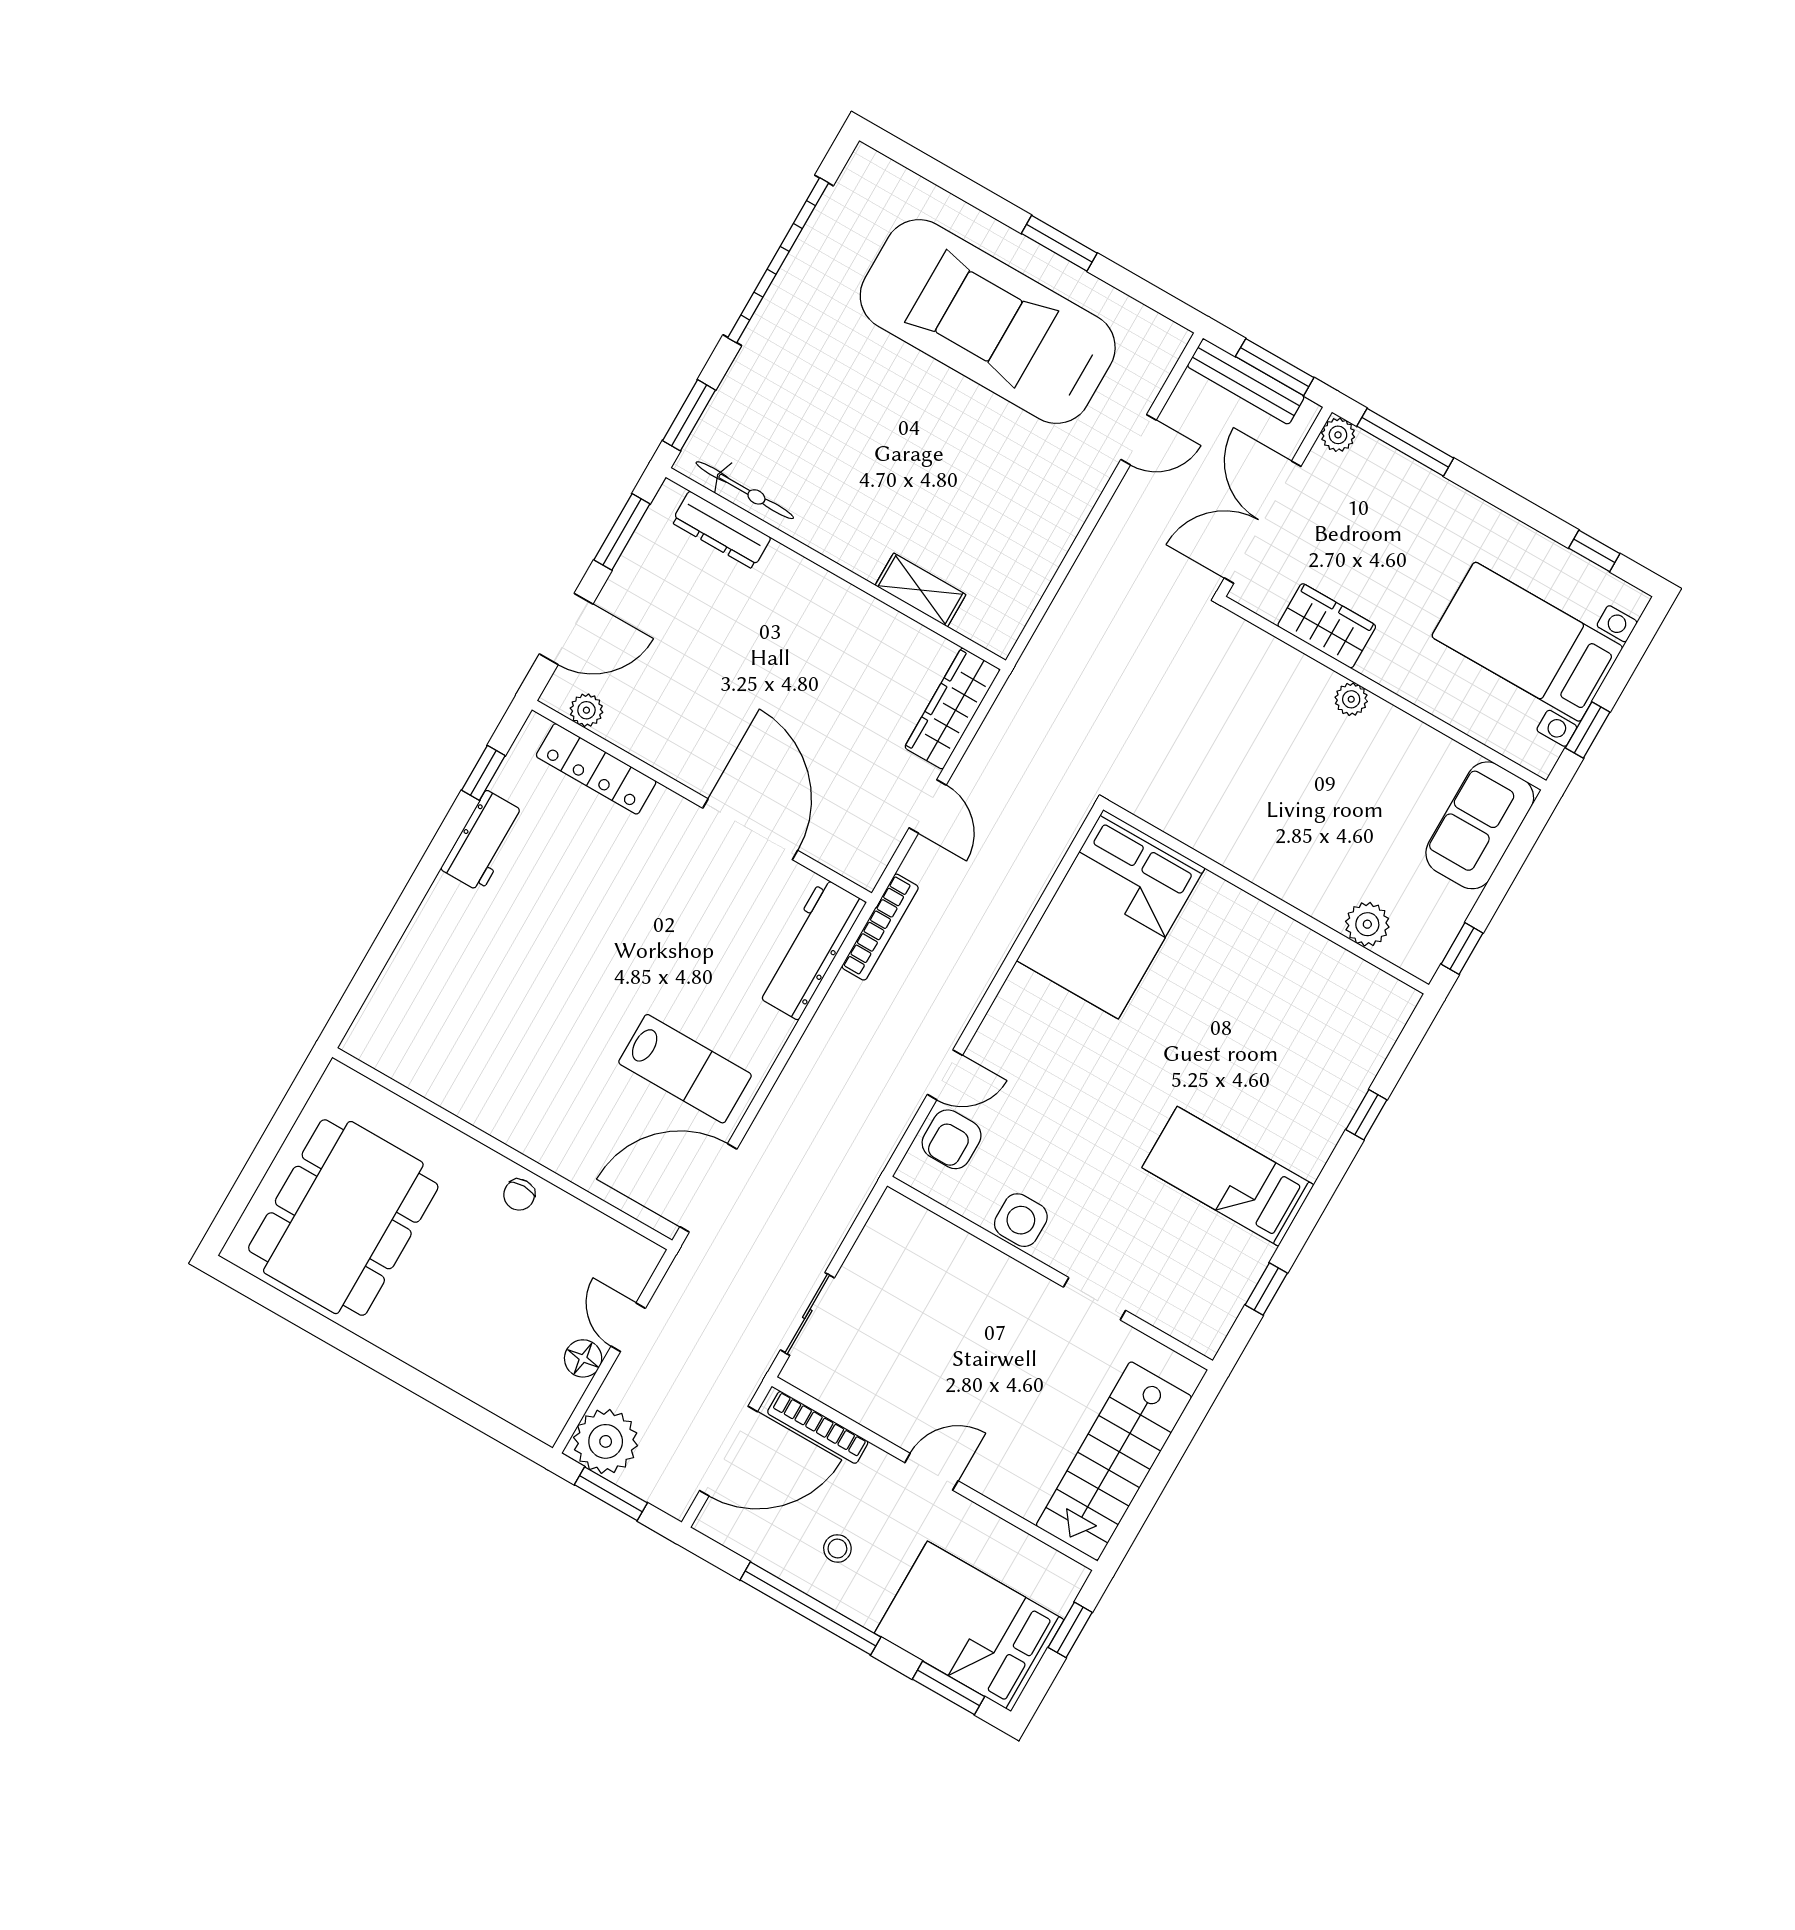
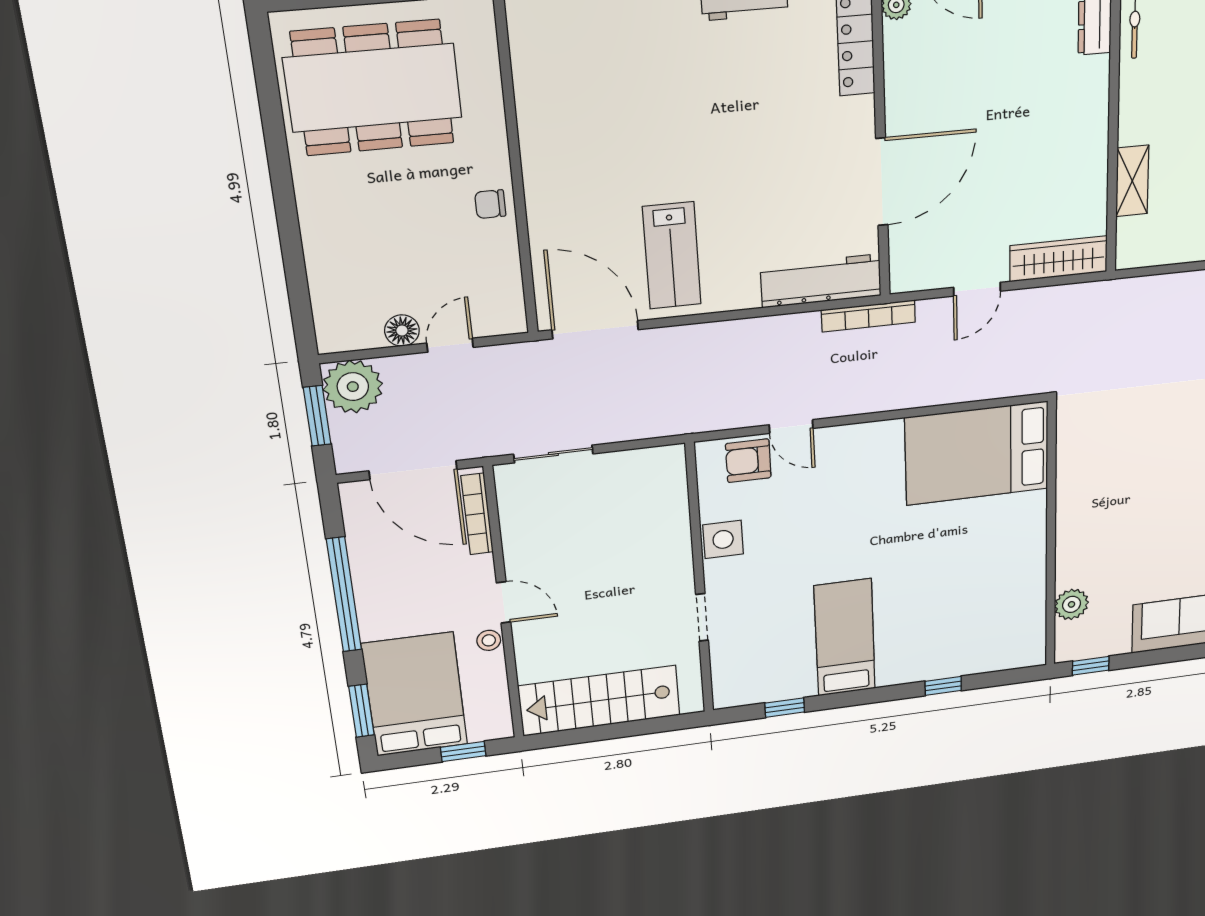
stool: (837, 1549) -> (489, 640), moved

